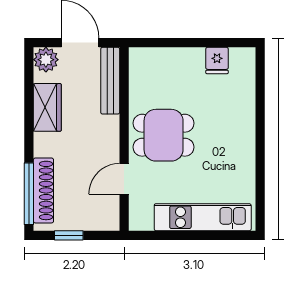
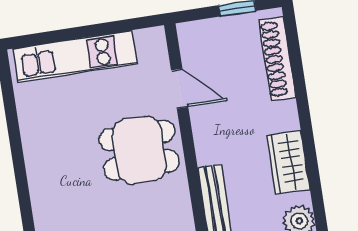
door: (124, 179) -> (180, 89), hinge flipped
window: (29, 194) -> (295, 52), removed

